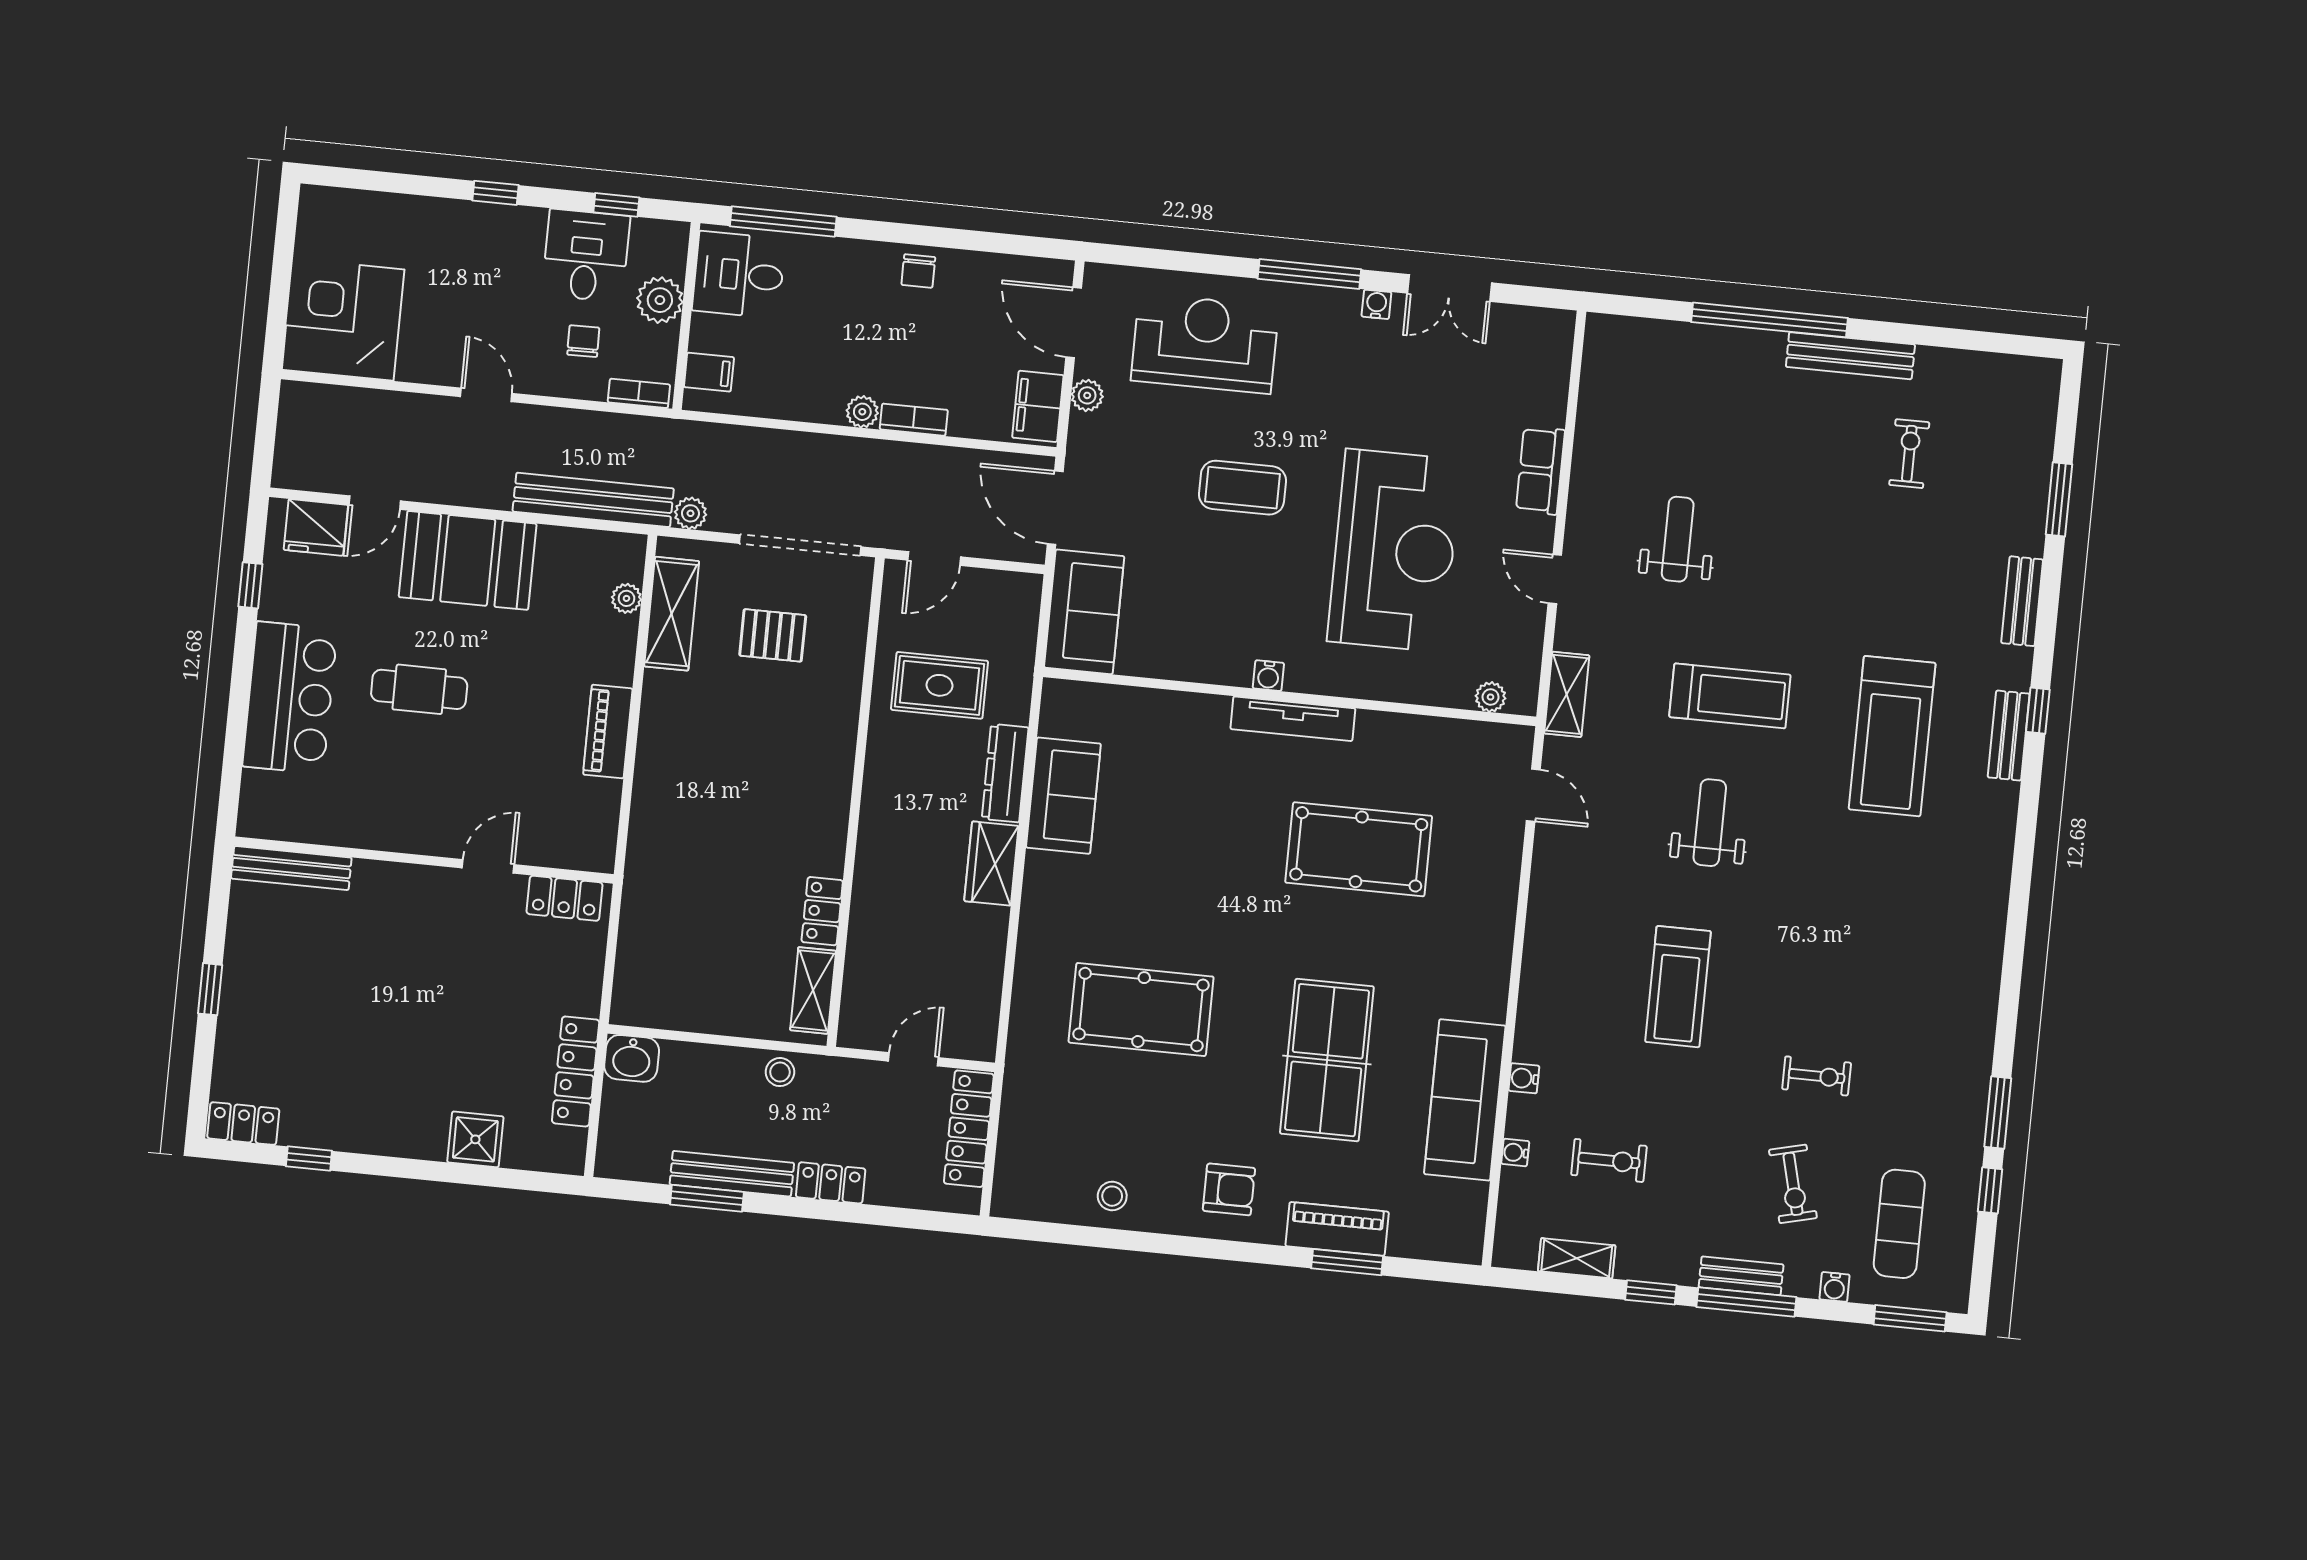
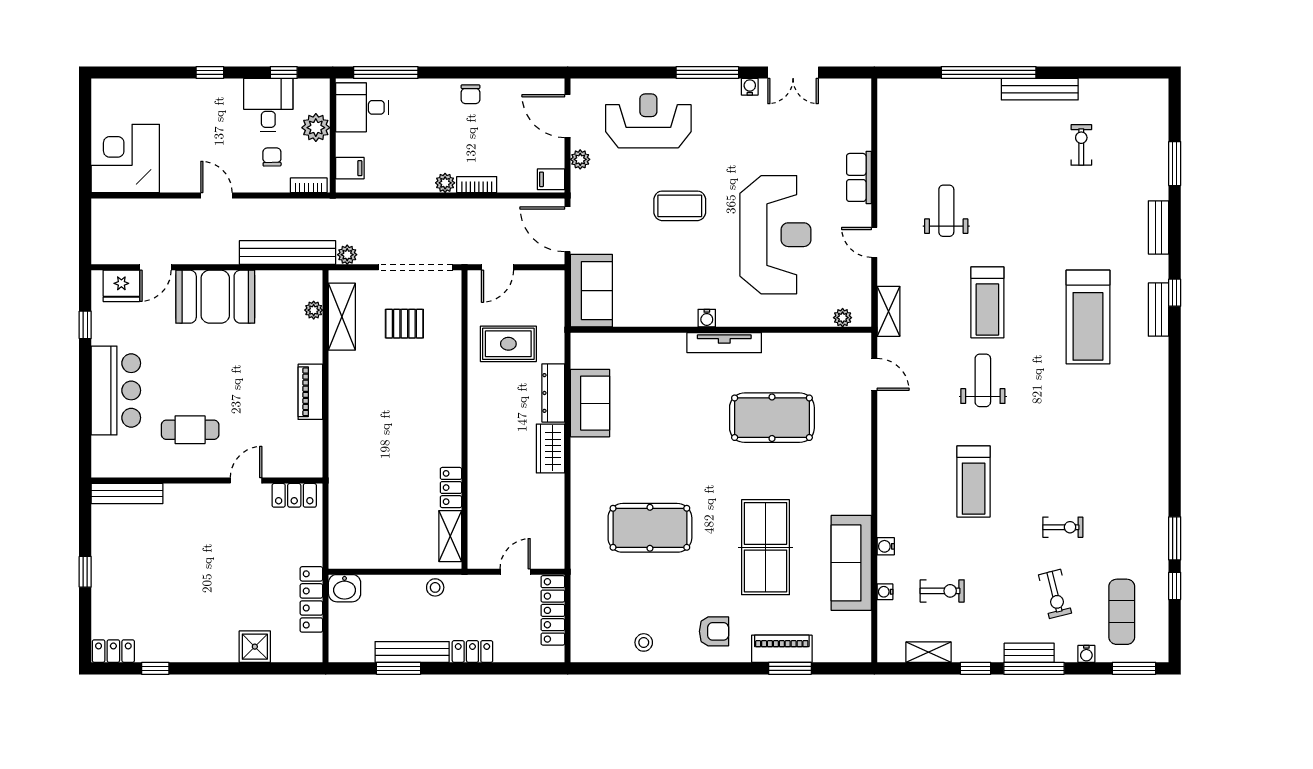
filing cabinet: (1038, 406) -> (551, 179), width x0.50
cafe table: (419, 689) -> (190, 430), moved
treadmill: (1730, 696) -> (987, 302), turned 90

